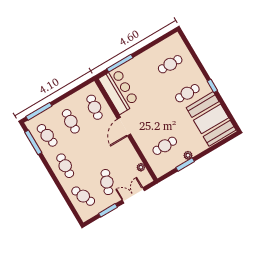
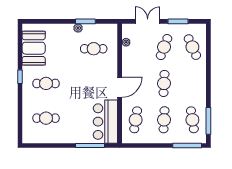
booth: (211, 119) -> (34, 48), width x0.73, depth x0.70
cafe table: (65, 166) -> (164, 83), moved
double door: (133, 195) -> (148, 21), swing flipped

